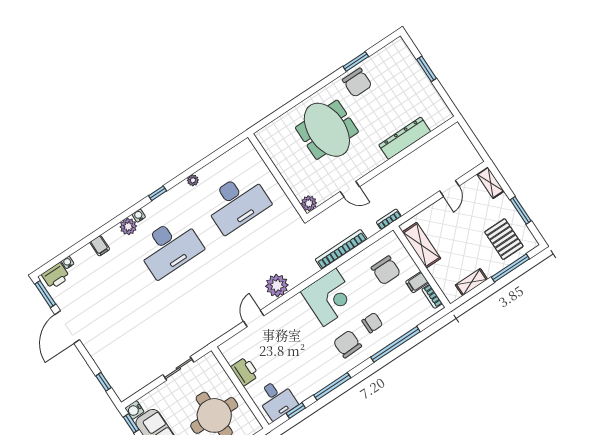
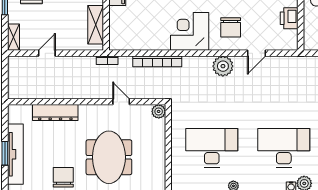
tv unit: (416, 75) -> (15, 154), added
chair: (386, 270) -> (231, 27), moved, turned 180

